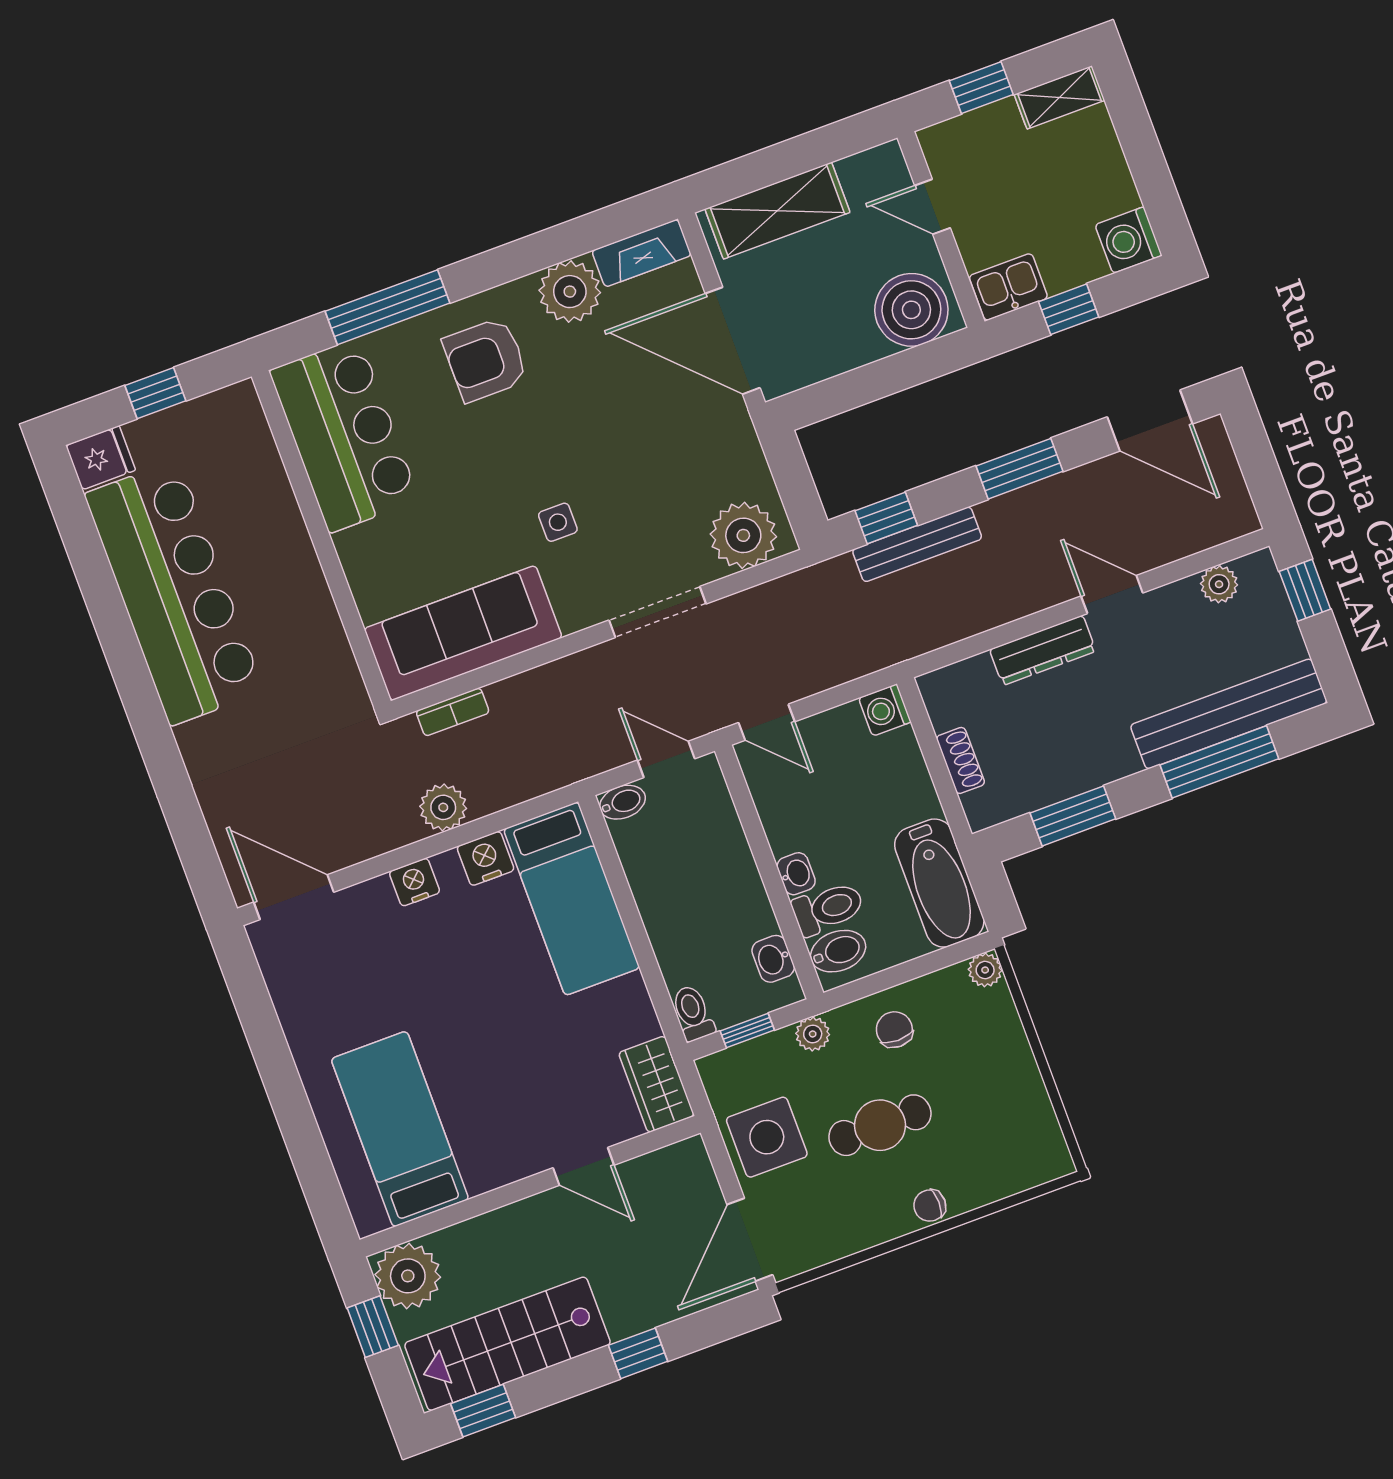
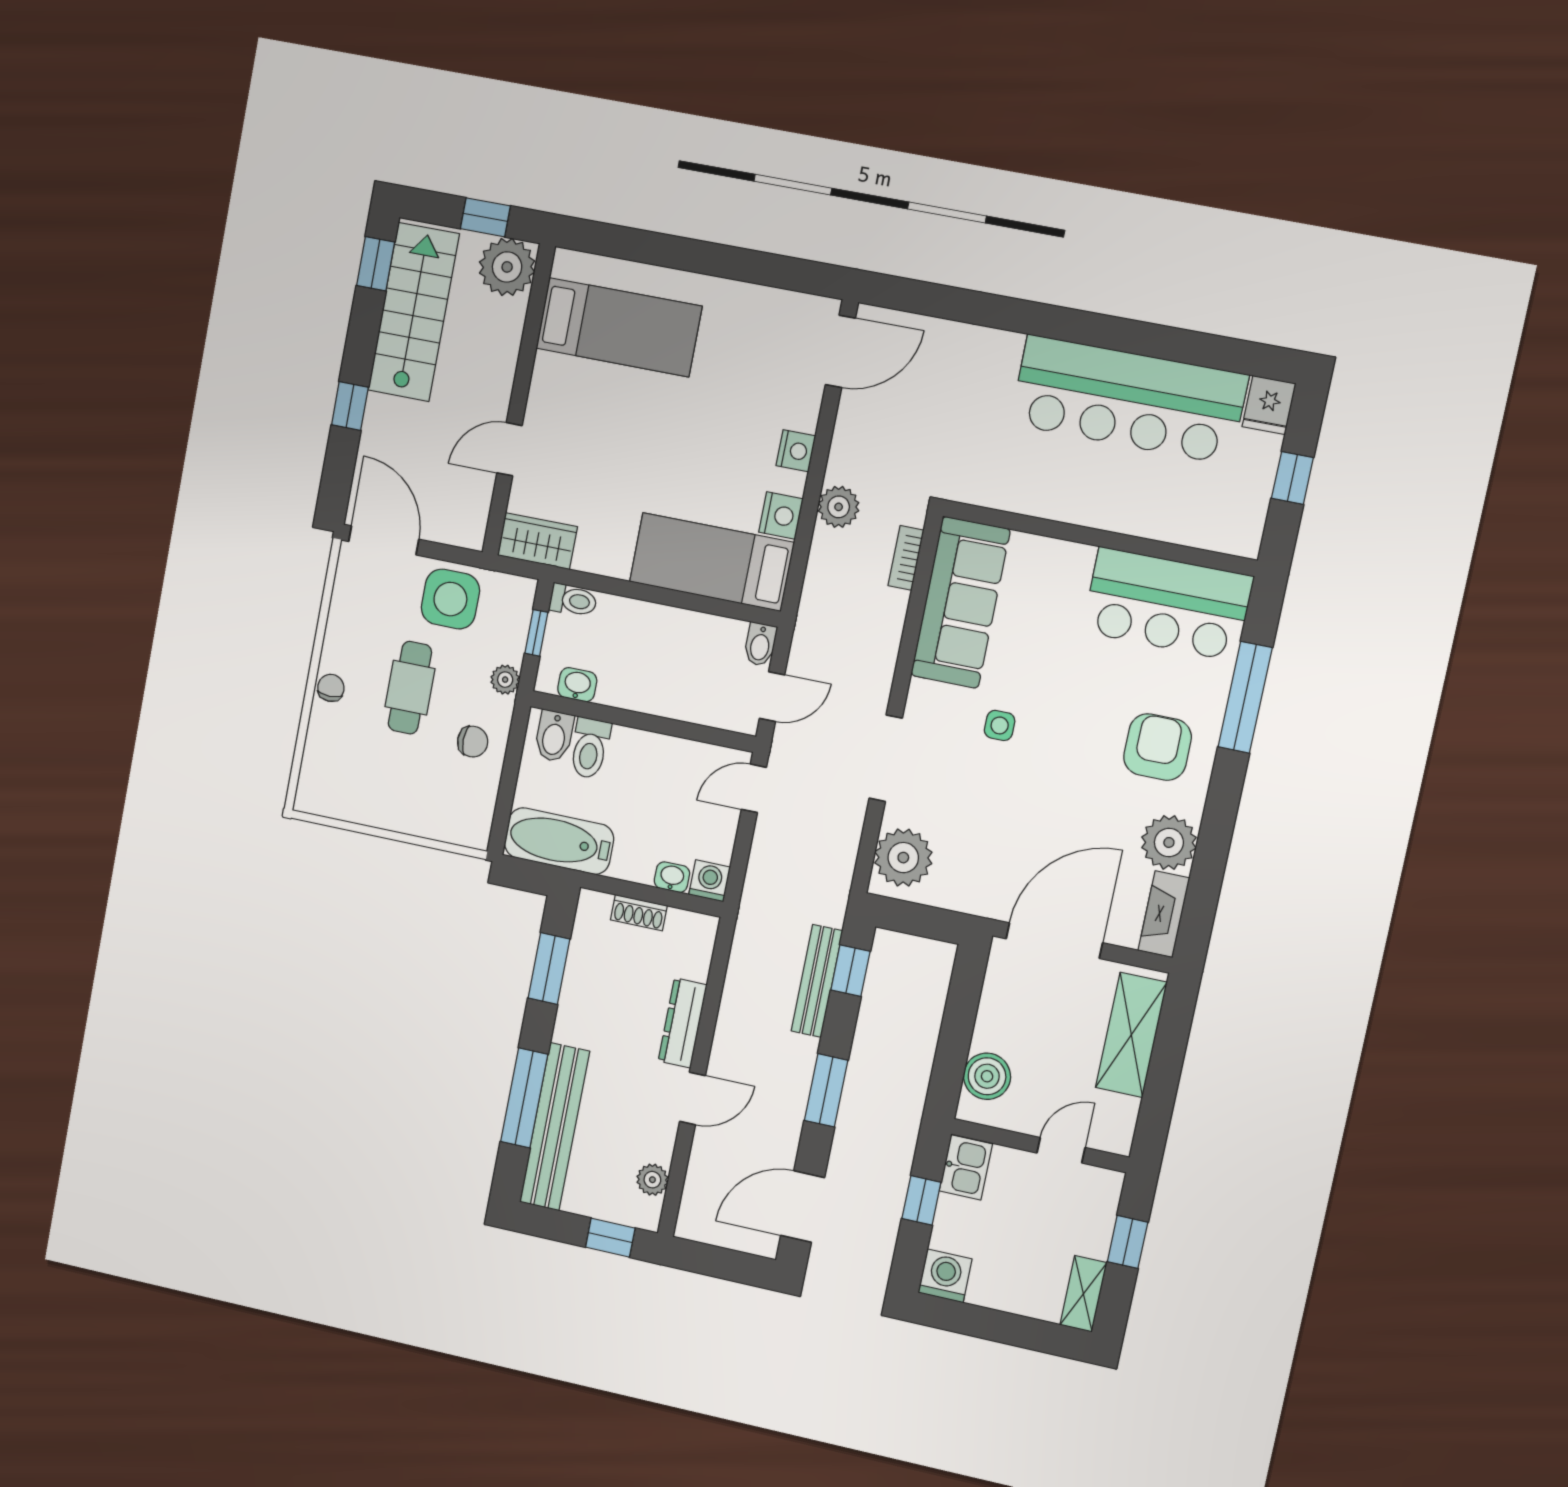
boiler: (911, 310) -> (987, 1076), width x0.73, depth x0.73
washbasin: (796, 874) -> (672, 877), moved, turned 180
plant: (985, 970) -> (476, 835), removed

